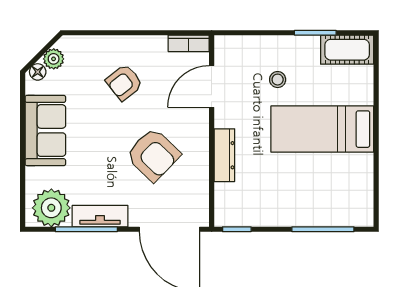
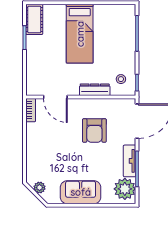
floor lamp: (38, 72) -> (47, 197), removed
stool: (278, 80) -> (121, 79), moved
armchair: (124, 82) -> (53, 147), removed
armchair: (153, 155) -> (94, 130), turned 136

